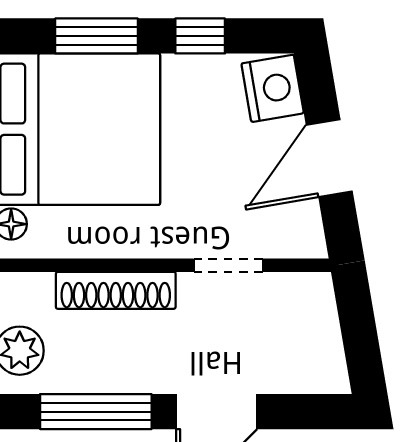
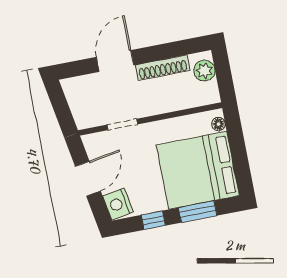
shoe rack: (116, 290) -> (163, 68), moved, turned 180
window: (96, 412) -> (167, 51), removed

